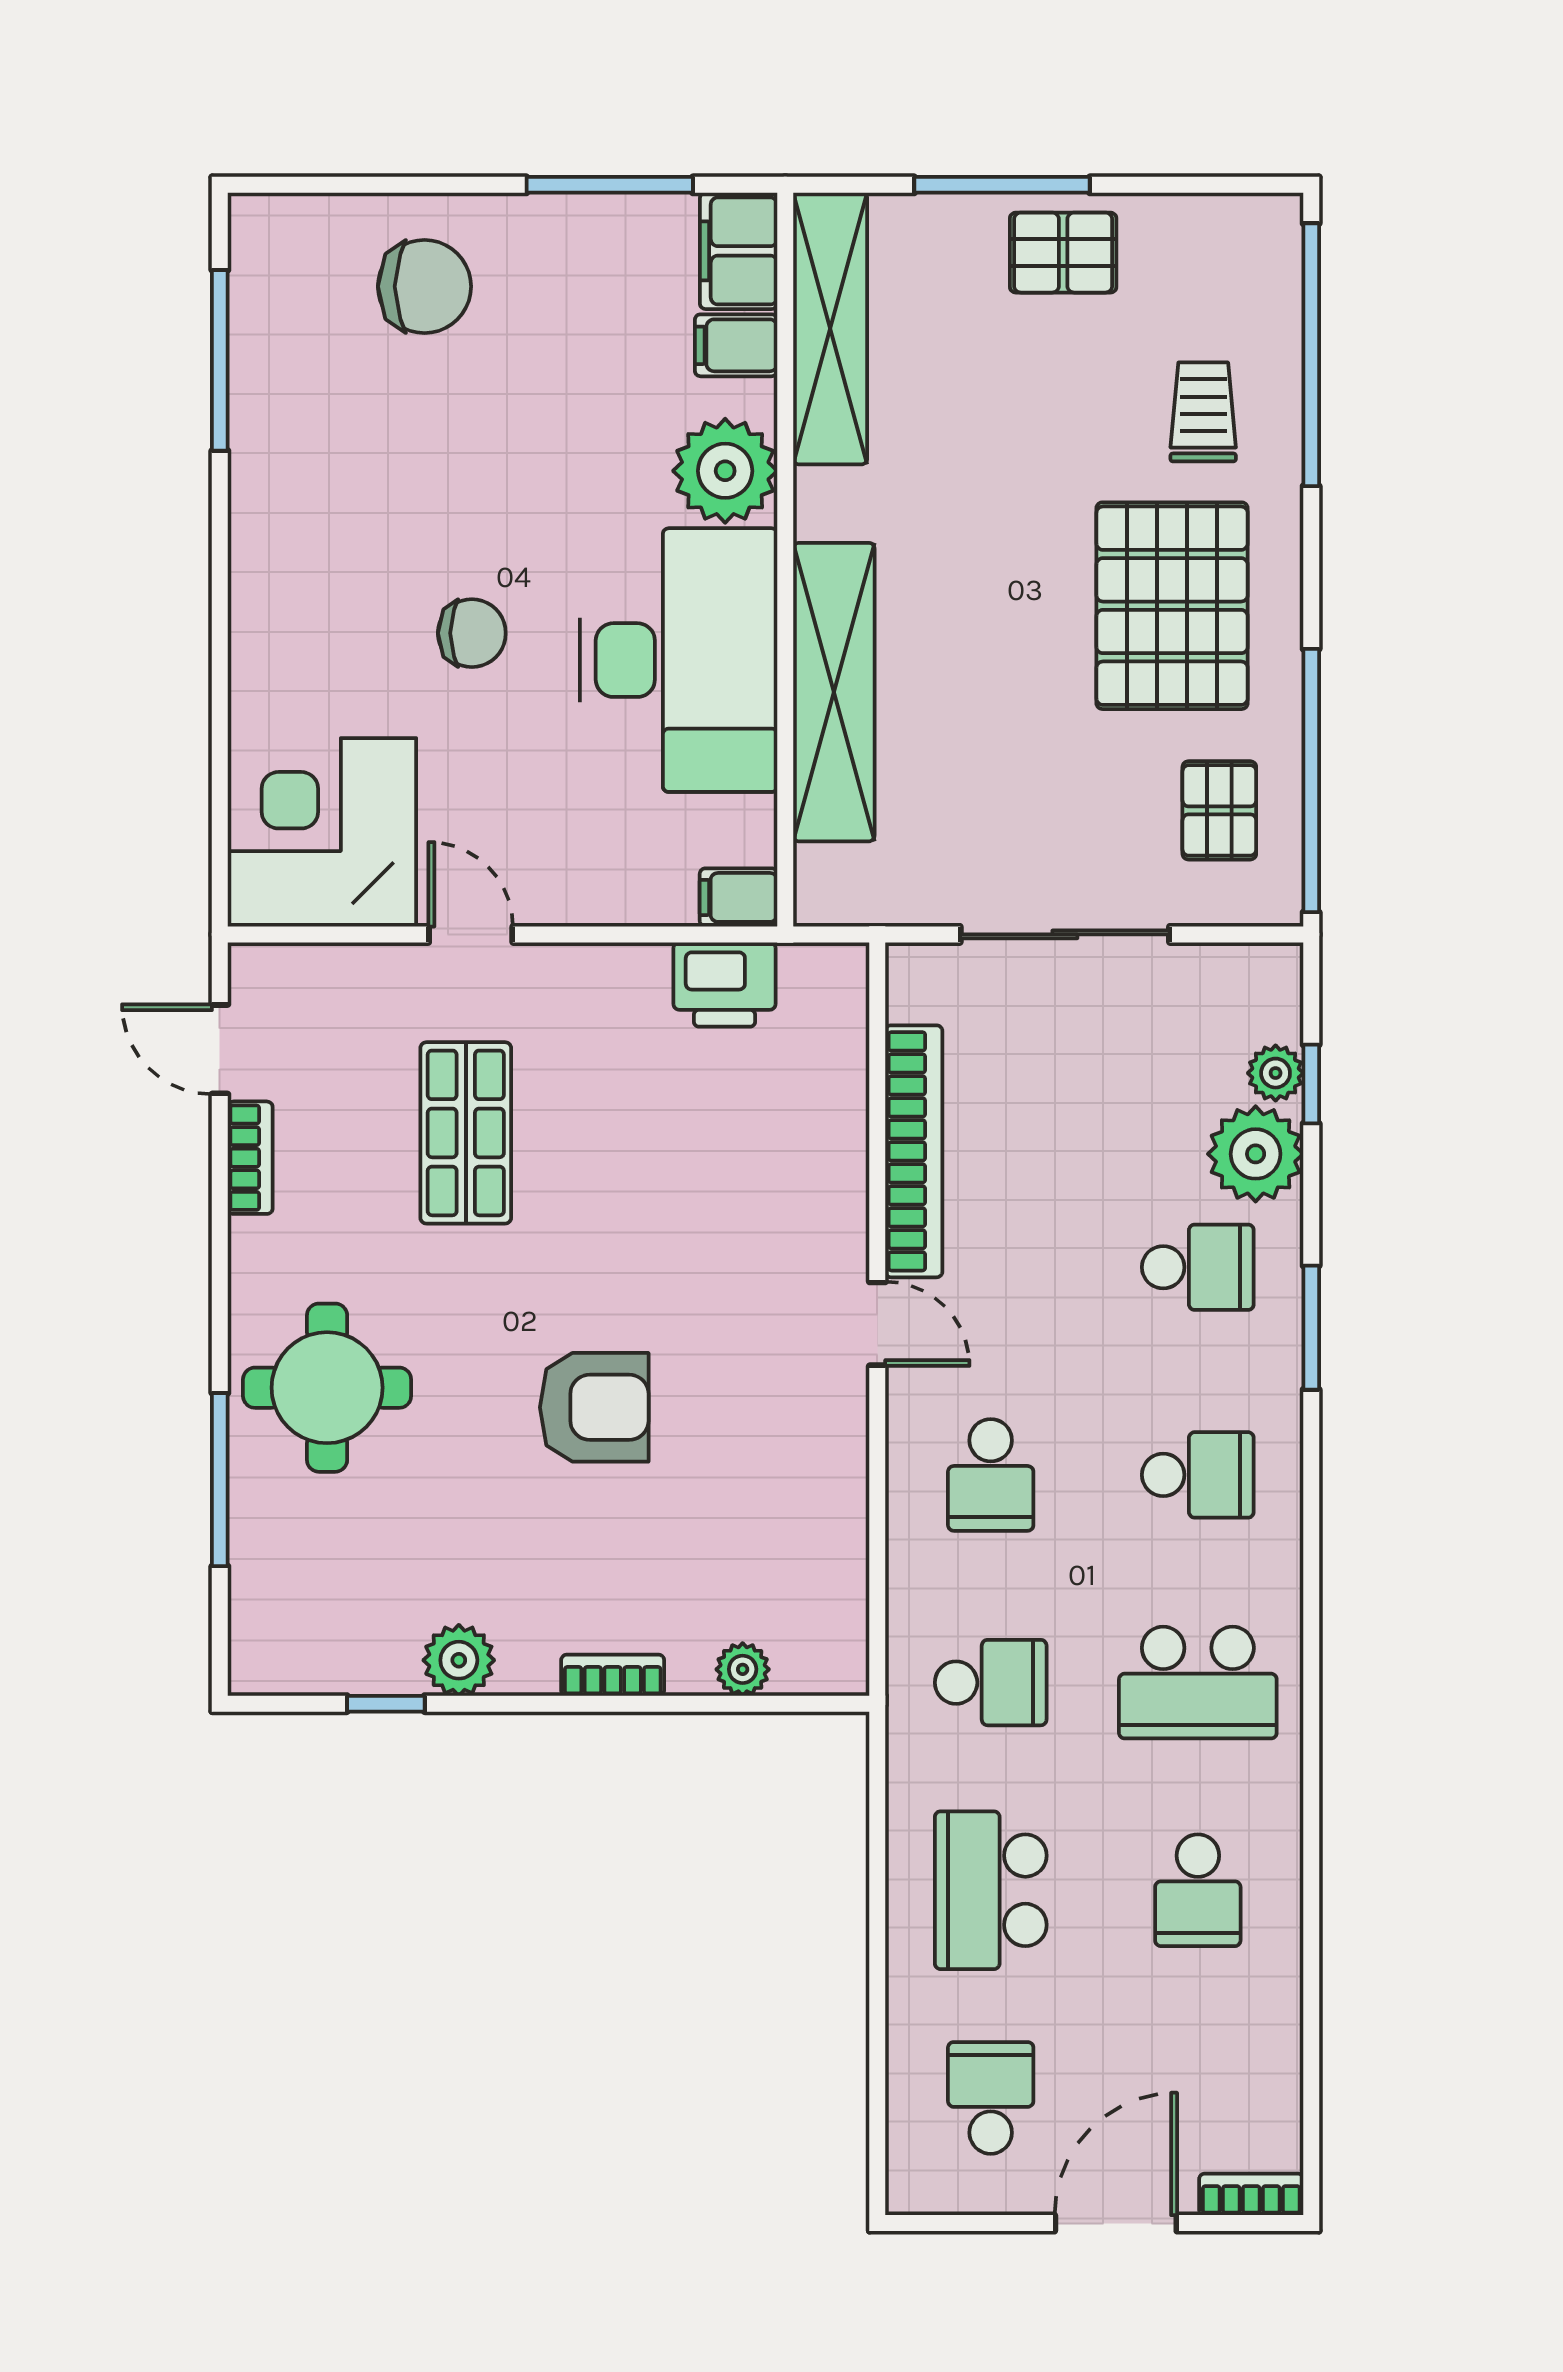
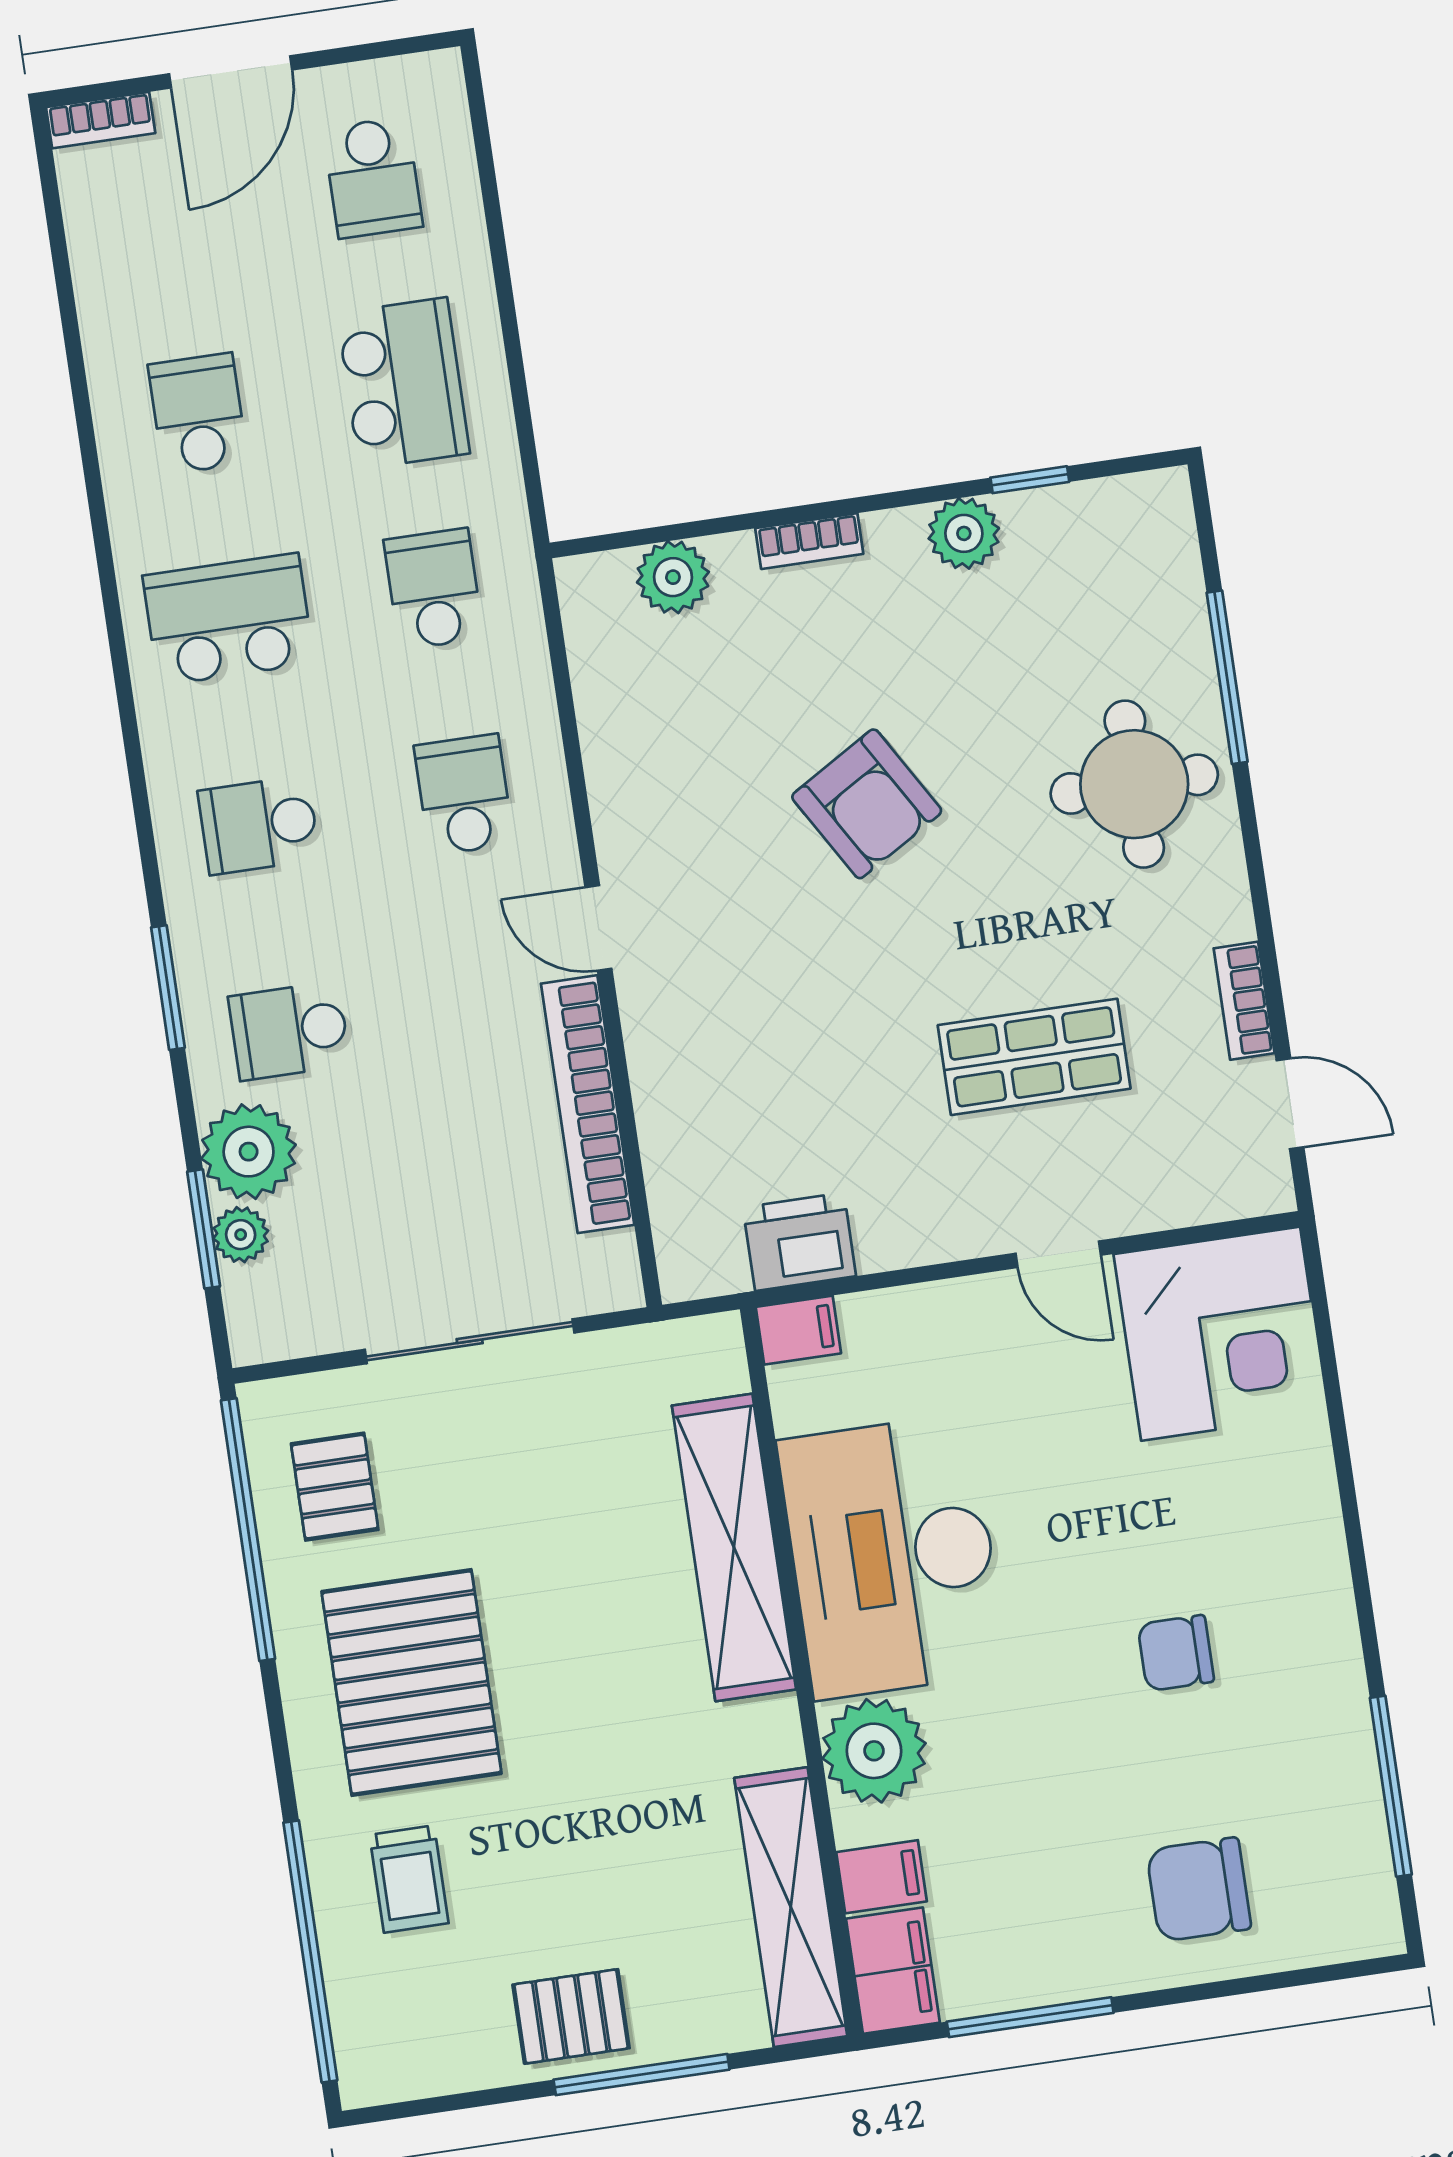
chair: (472, 633) -> (1176, 1653), moved
window: (1311, 1084) -> (204, 1229), width x1.50
shop shelf: (466, 1133) -> (1034, 1057), turned 90
armchair: (594, 1407) -> (867, 804), turned -121
plant: (743, 1669) -> (673, 577), width x1.38, depth x1.38
school desk: (991, 1683) -> (434, 589), turned 90

